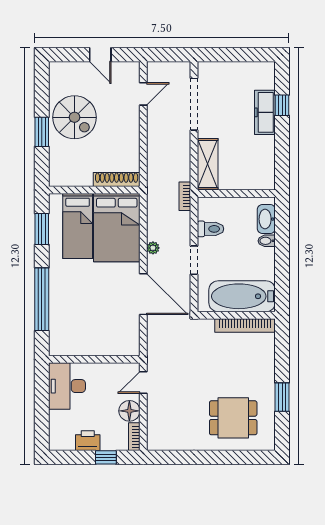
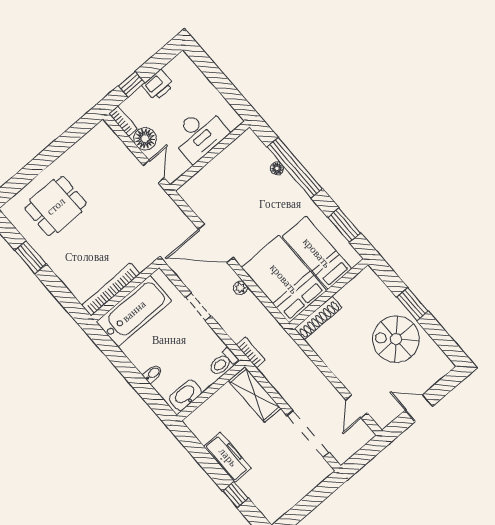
freezer: (265, 112) -> (228, 457), moved
washbasin: (266, 219) -> (185, 395), moved, turned -90
toilet: (210, 229) -> (223, 362), moved
floor lamp: (55, 310) -> (277, 168), added
desk: (67, 386) -> (199, 134), moved, turned 90

